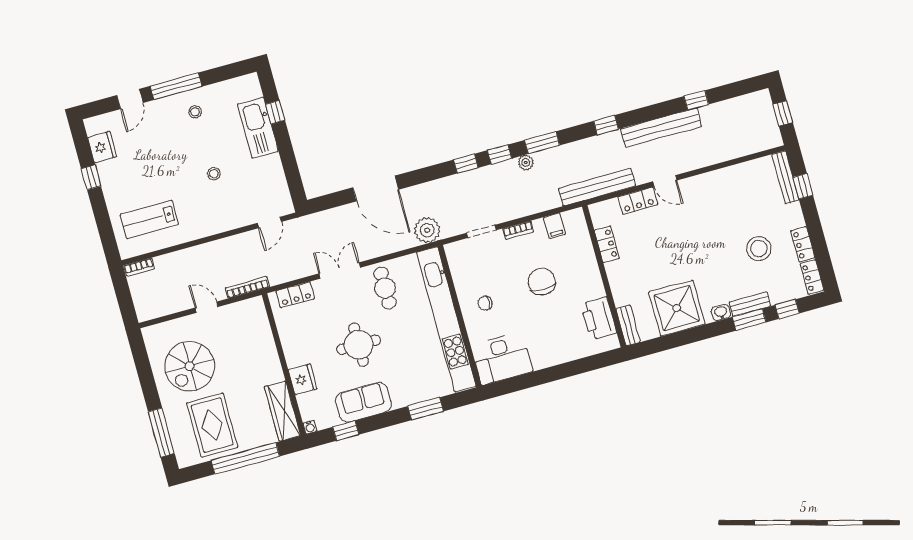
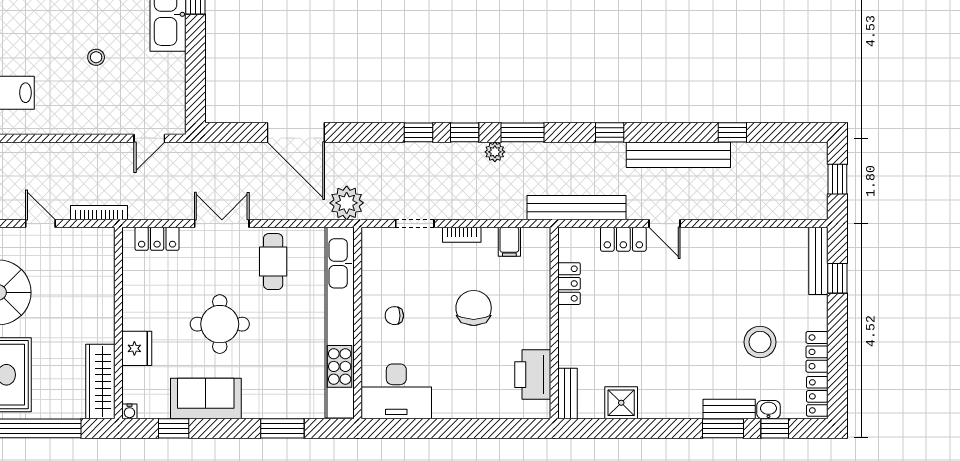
shower: (677, 308) -> (621, 403), width x0.54, depth x0.54
washbasin: (721, 312) -> (768, 410), moved

